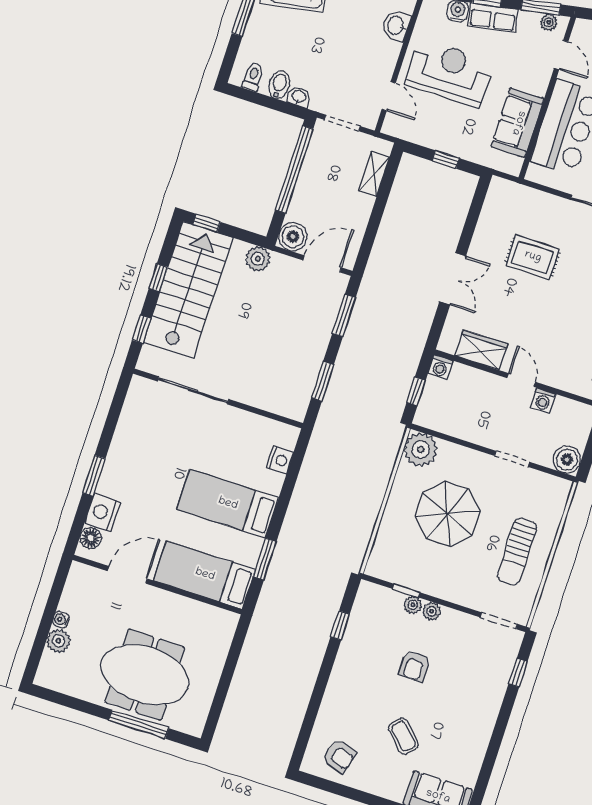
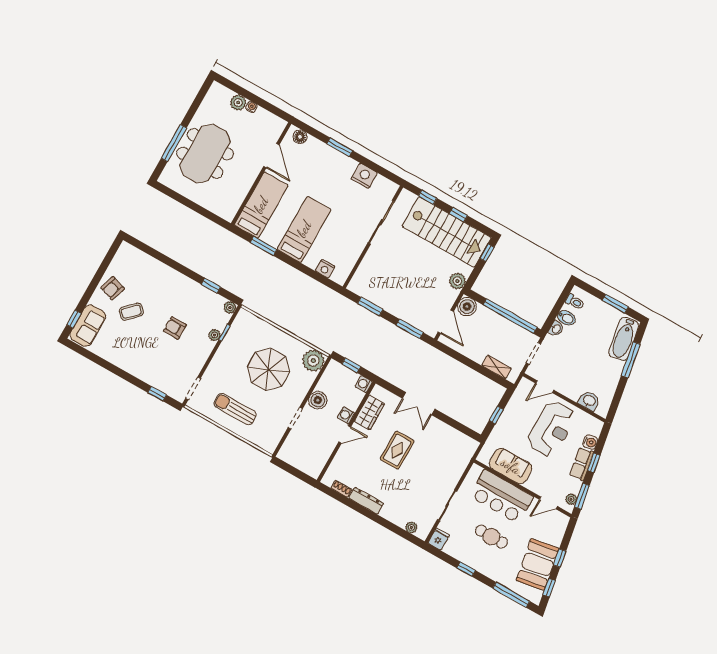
rug: (533, 257) -> (397, 450), moved
washing machine: (543, 401) -> (346, 415), moved
boiler: (567, 460) -> (318, 400), moved
nightstand: (103, 512) -> (364, 176), moved
plant: (432, 611) -> (230, 307), moved
armchair: (339, 756) -> (113, 288), moved

